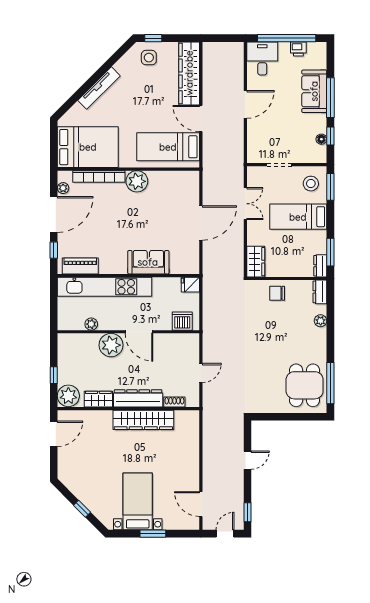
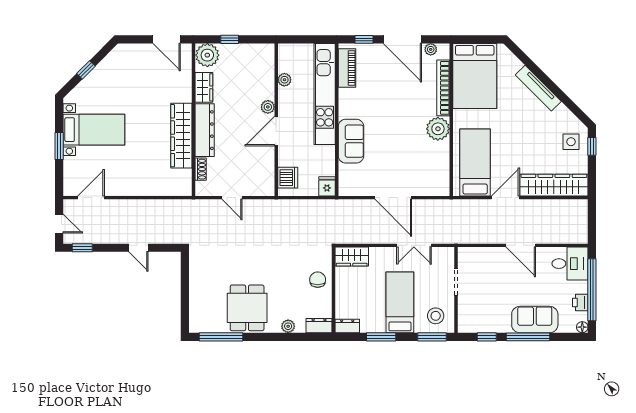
floor lamp: (321, 139) -> (582, 327), moved
window: (330, 252) -> (381, 337), moved
plant: (111, 345) -> (268, 107), width x0.53, depth x0.53
dining table: (305, 385) -> (247, 308), moved, turned 90

